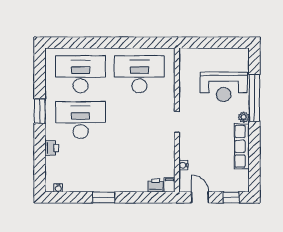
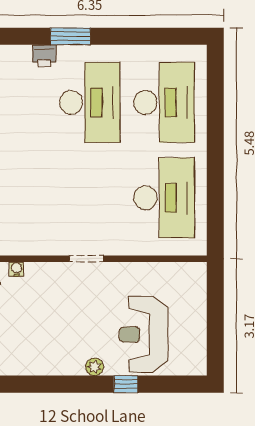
window: (254, 98) -> (126, 384), width x0.32
window: (40, 111) -> (70, 36), moved
row of seats: (242, 146) -> (47, 364), removed

